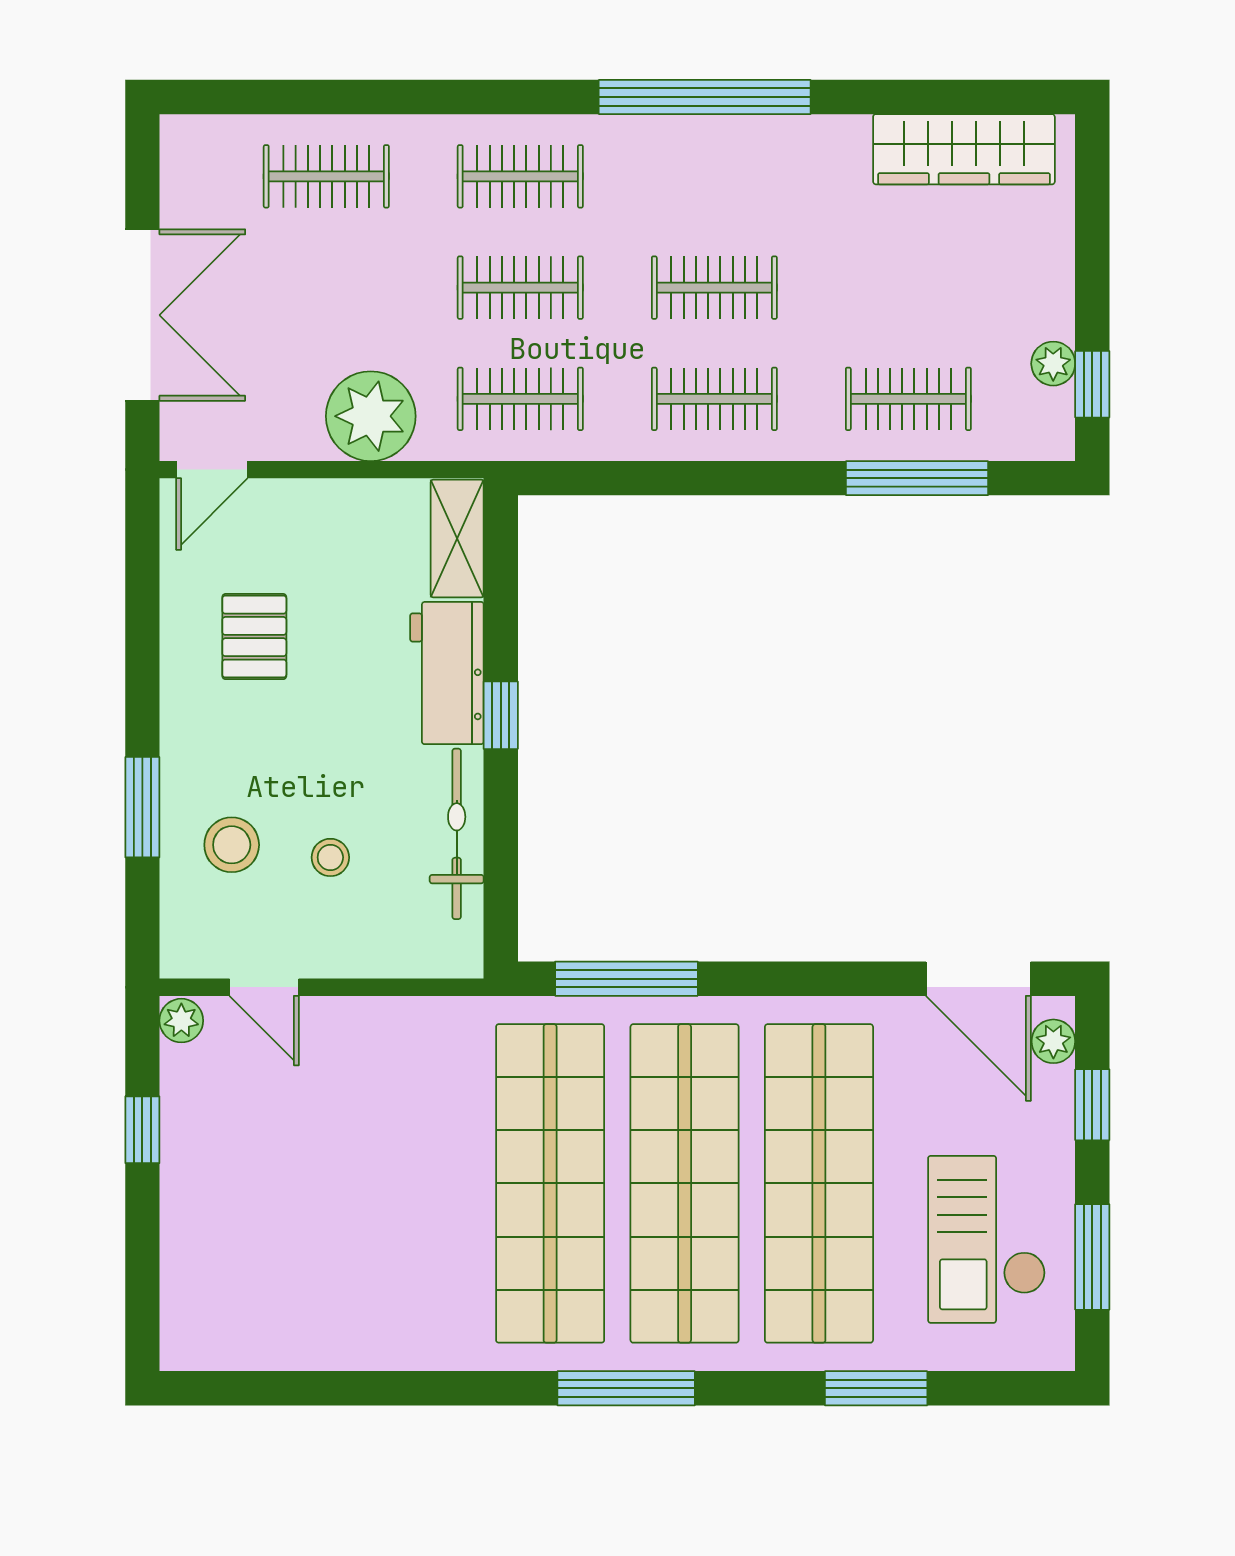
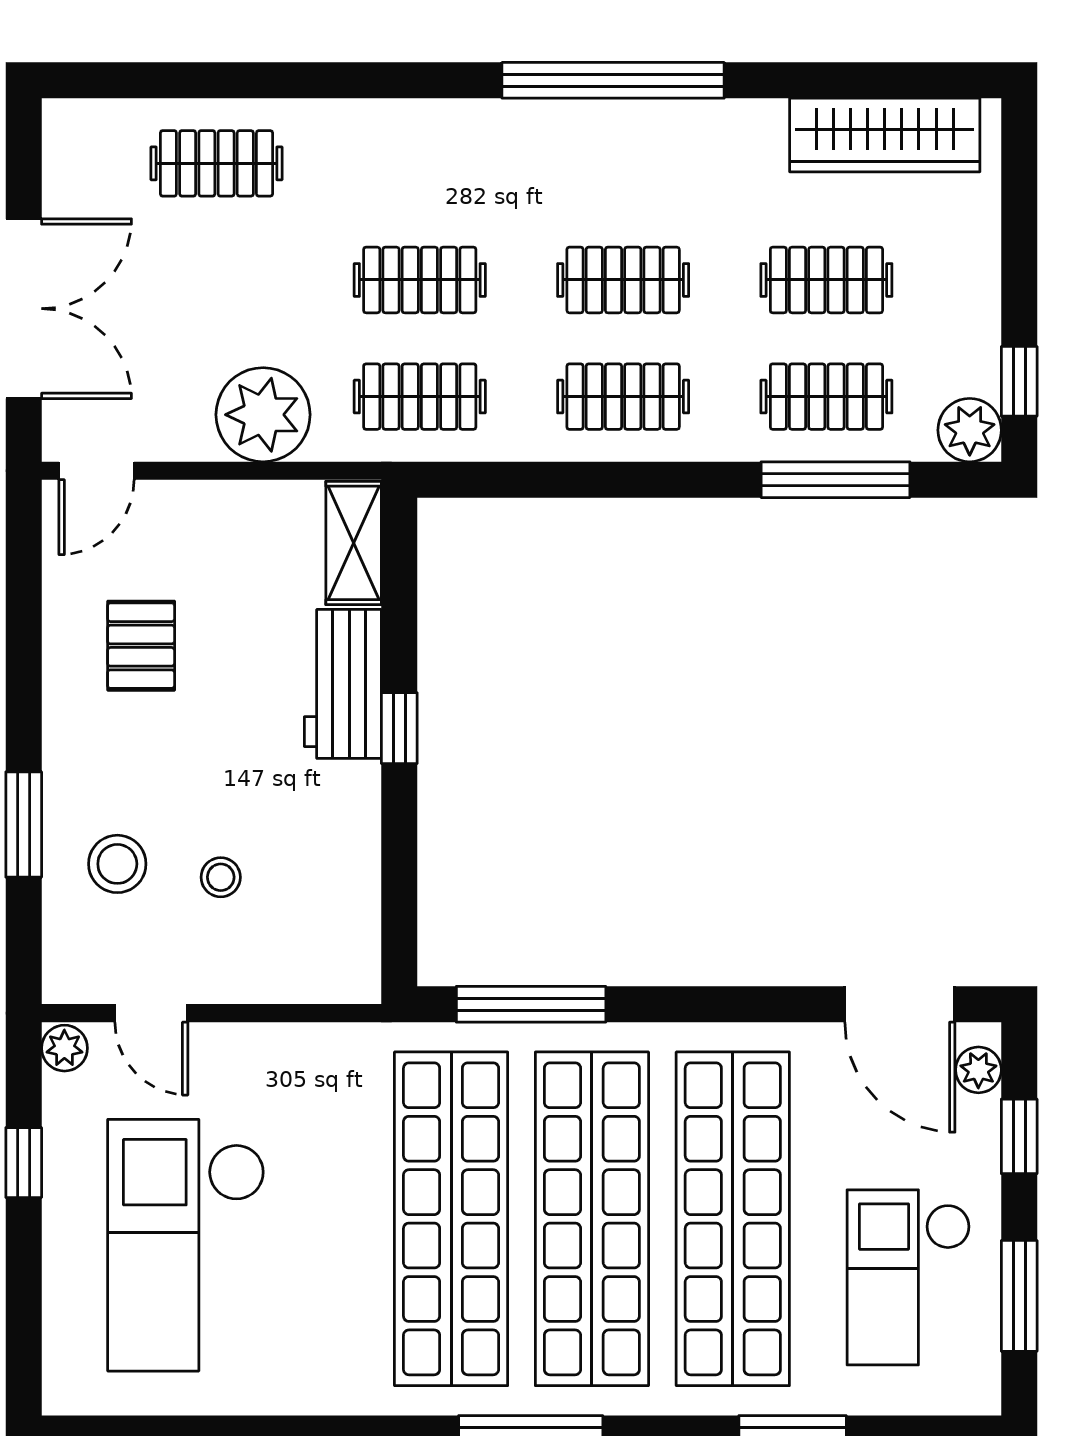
clothes rail: (520, 176) -> (826, 280), moved
plant: (1053, 364) -> (970, 430), moved, width x1.38, depth x1.38
bicycle: (457, 834) -> (353, 852), removed
checkout: (297, 1209) -> (186, 1245), added

